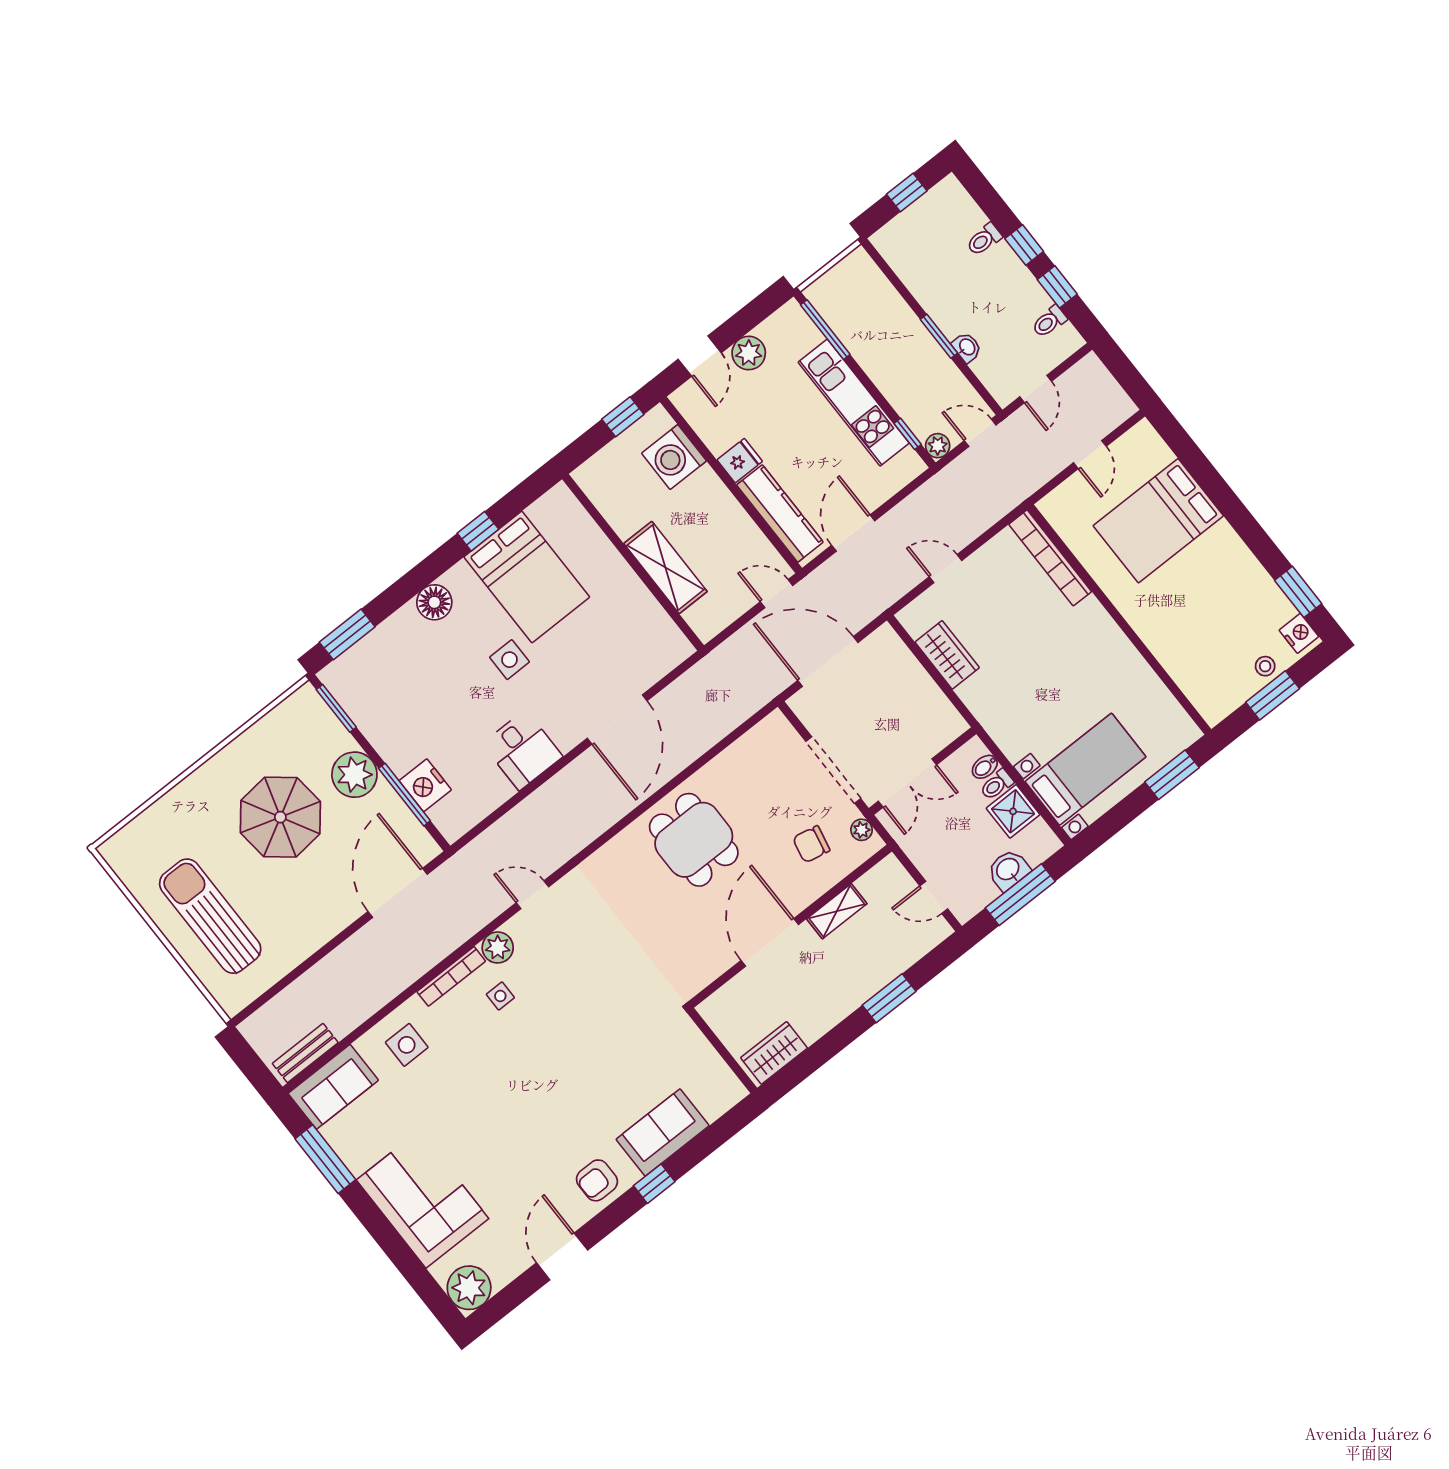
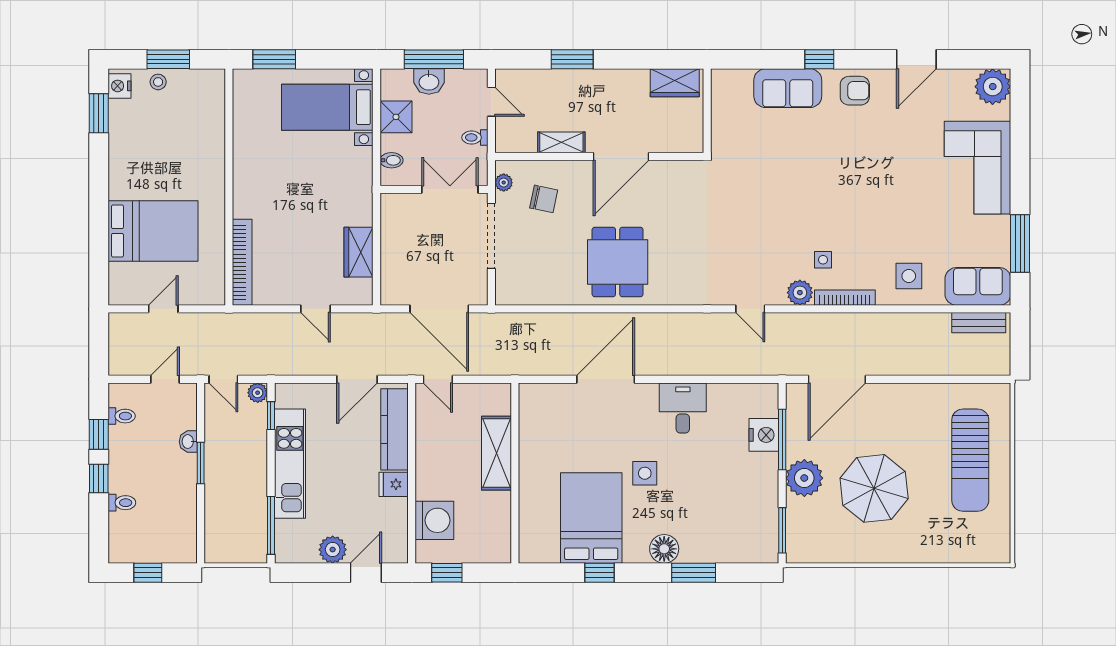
window: (347, 634) -> (694, 573), moved
toilet: (997, 785) -> (475, 137), moved, turned 180

